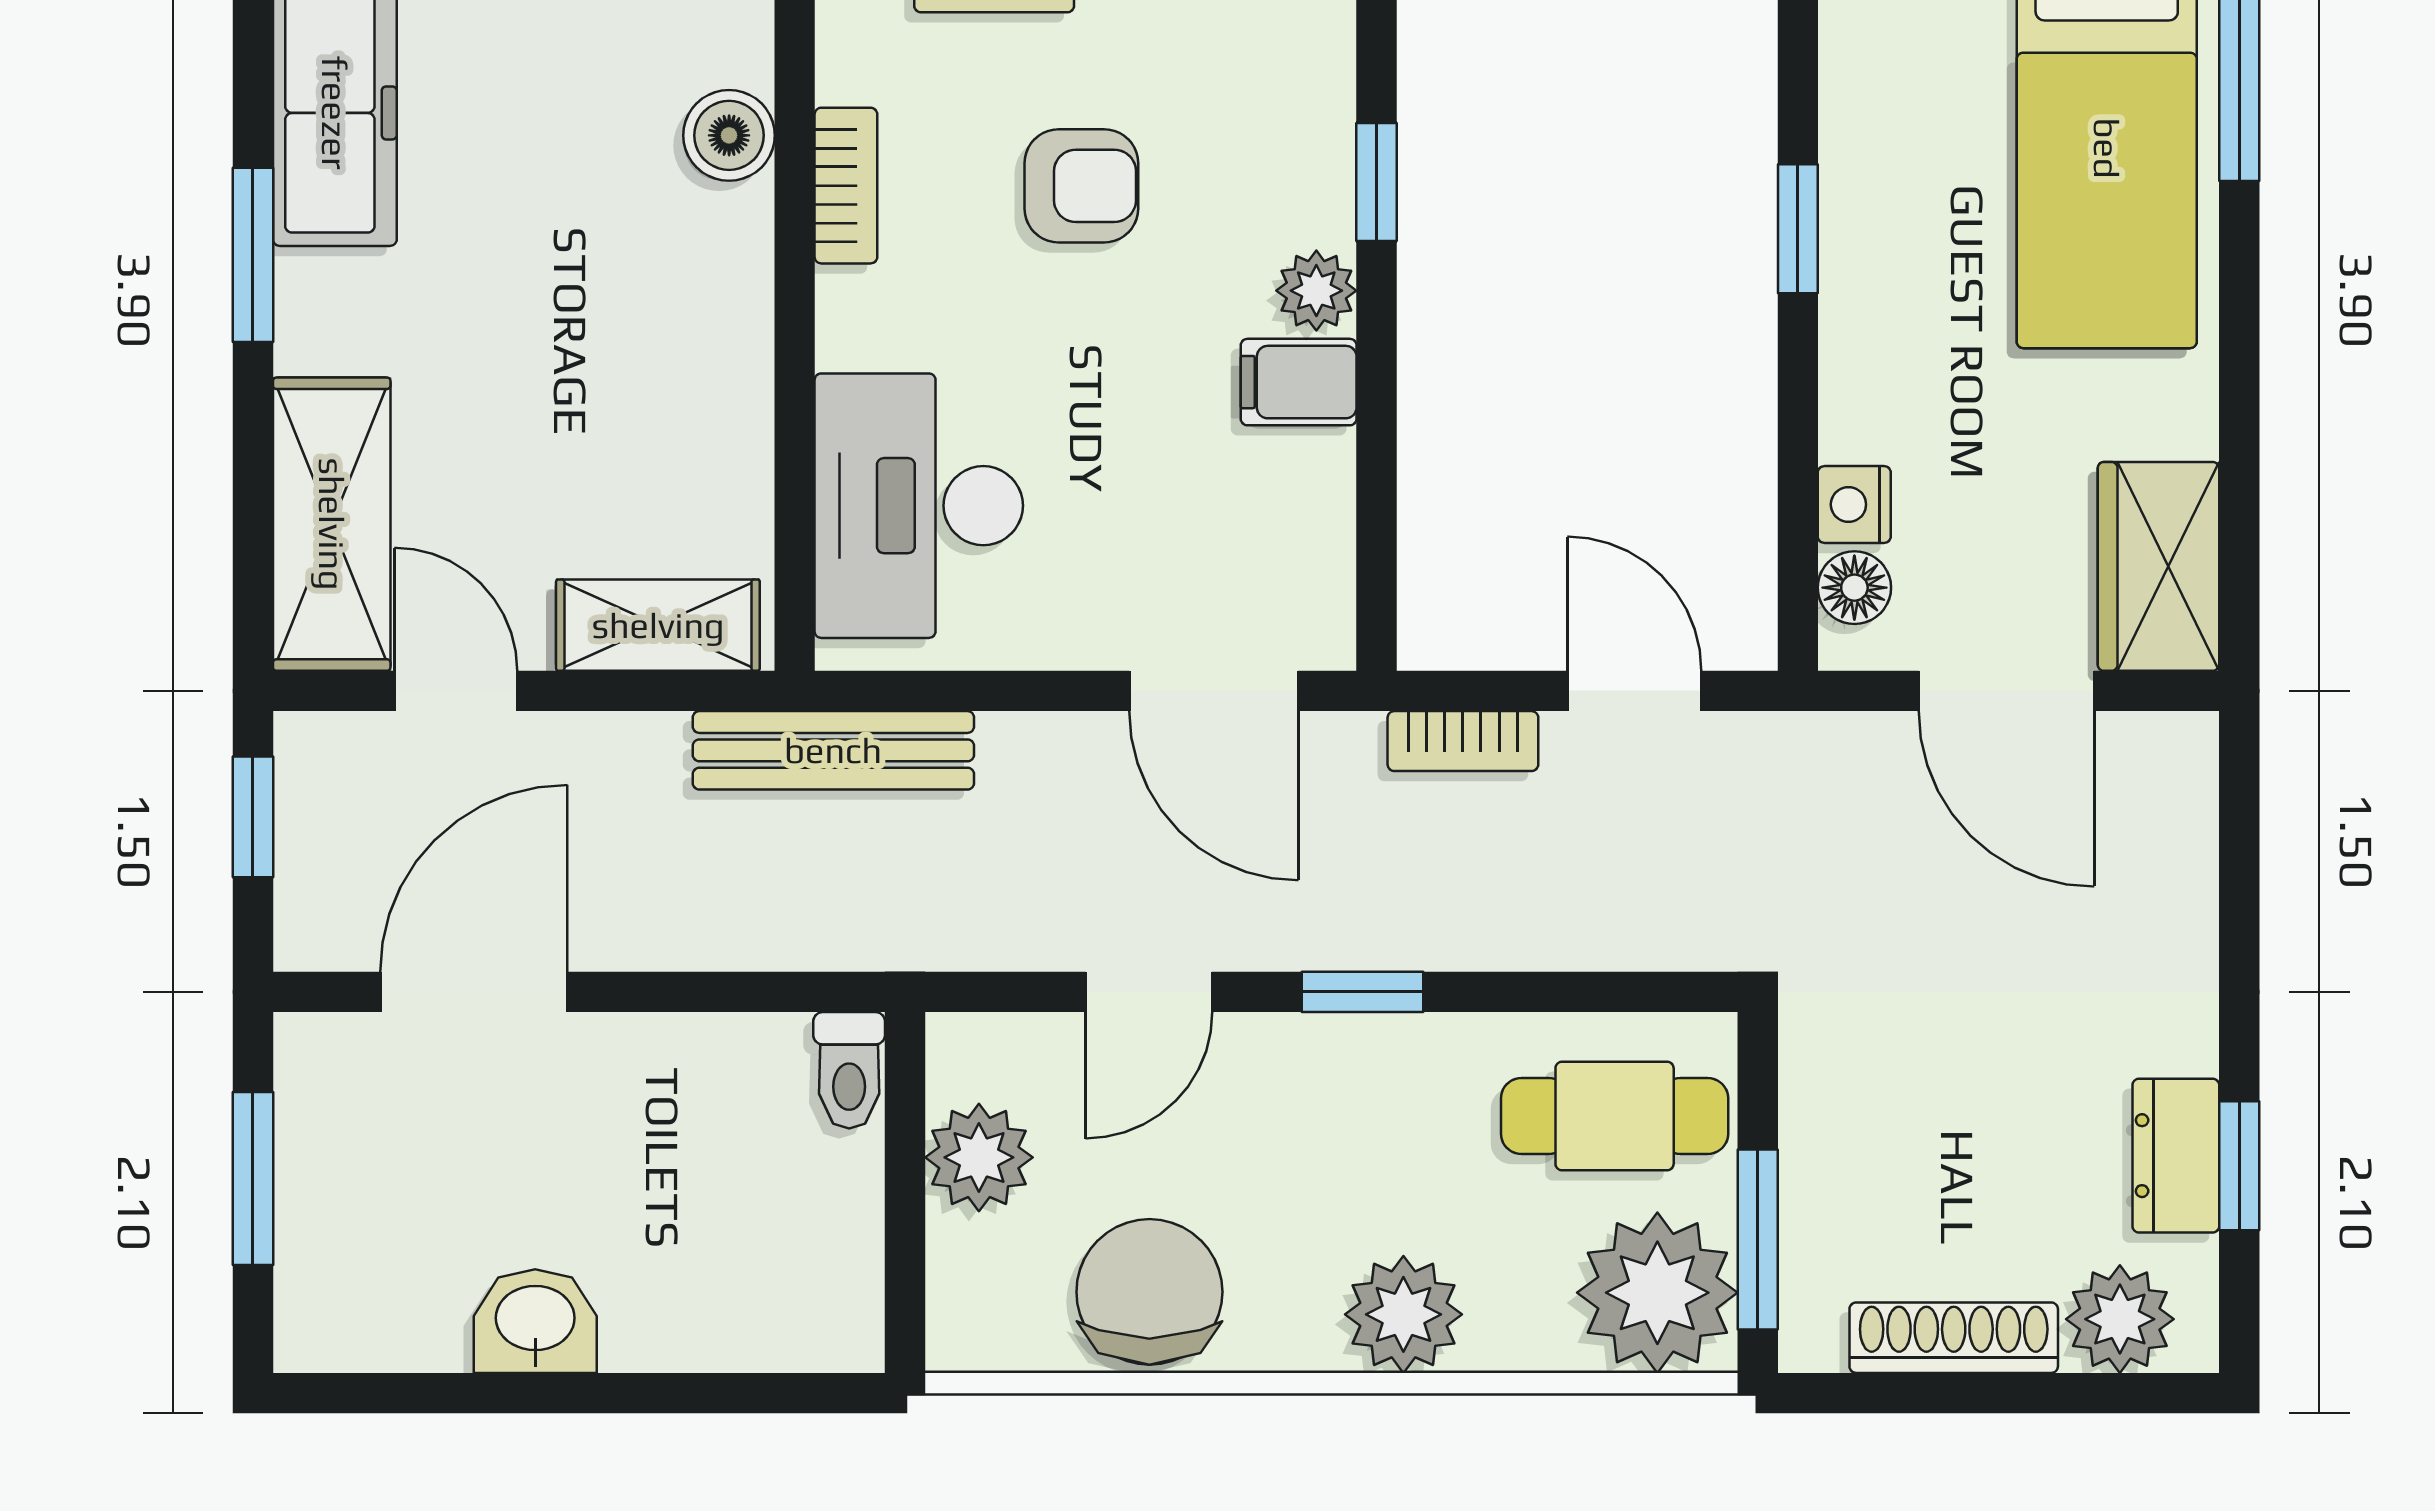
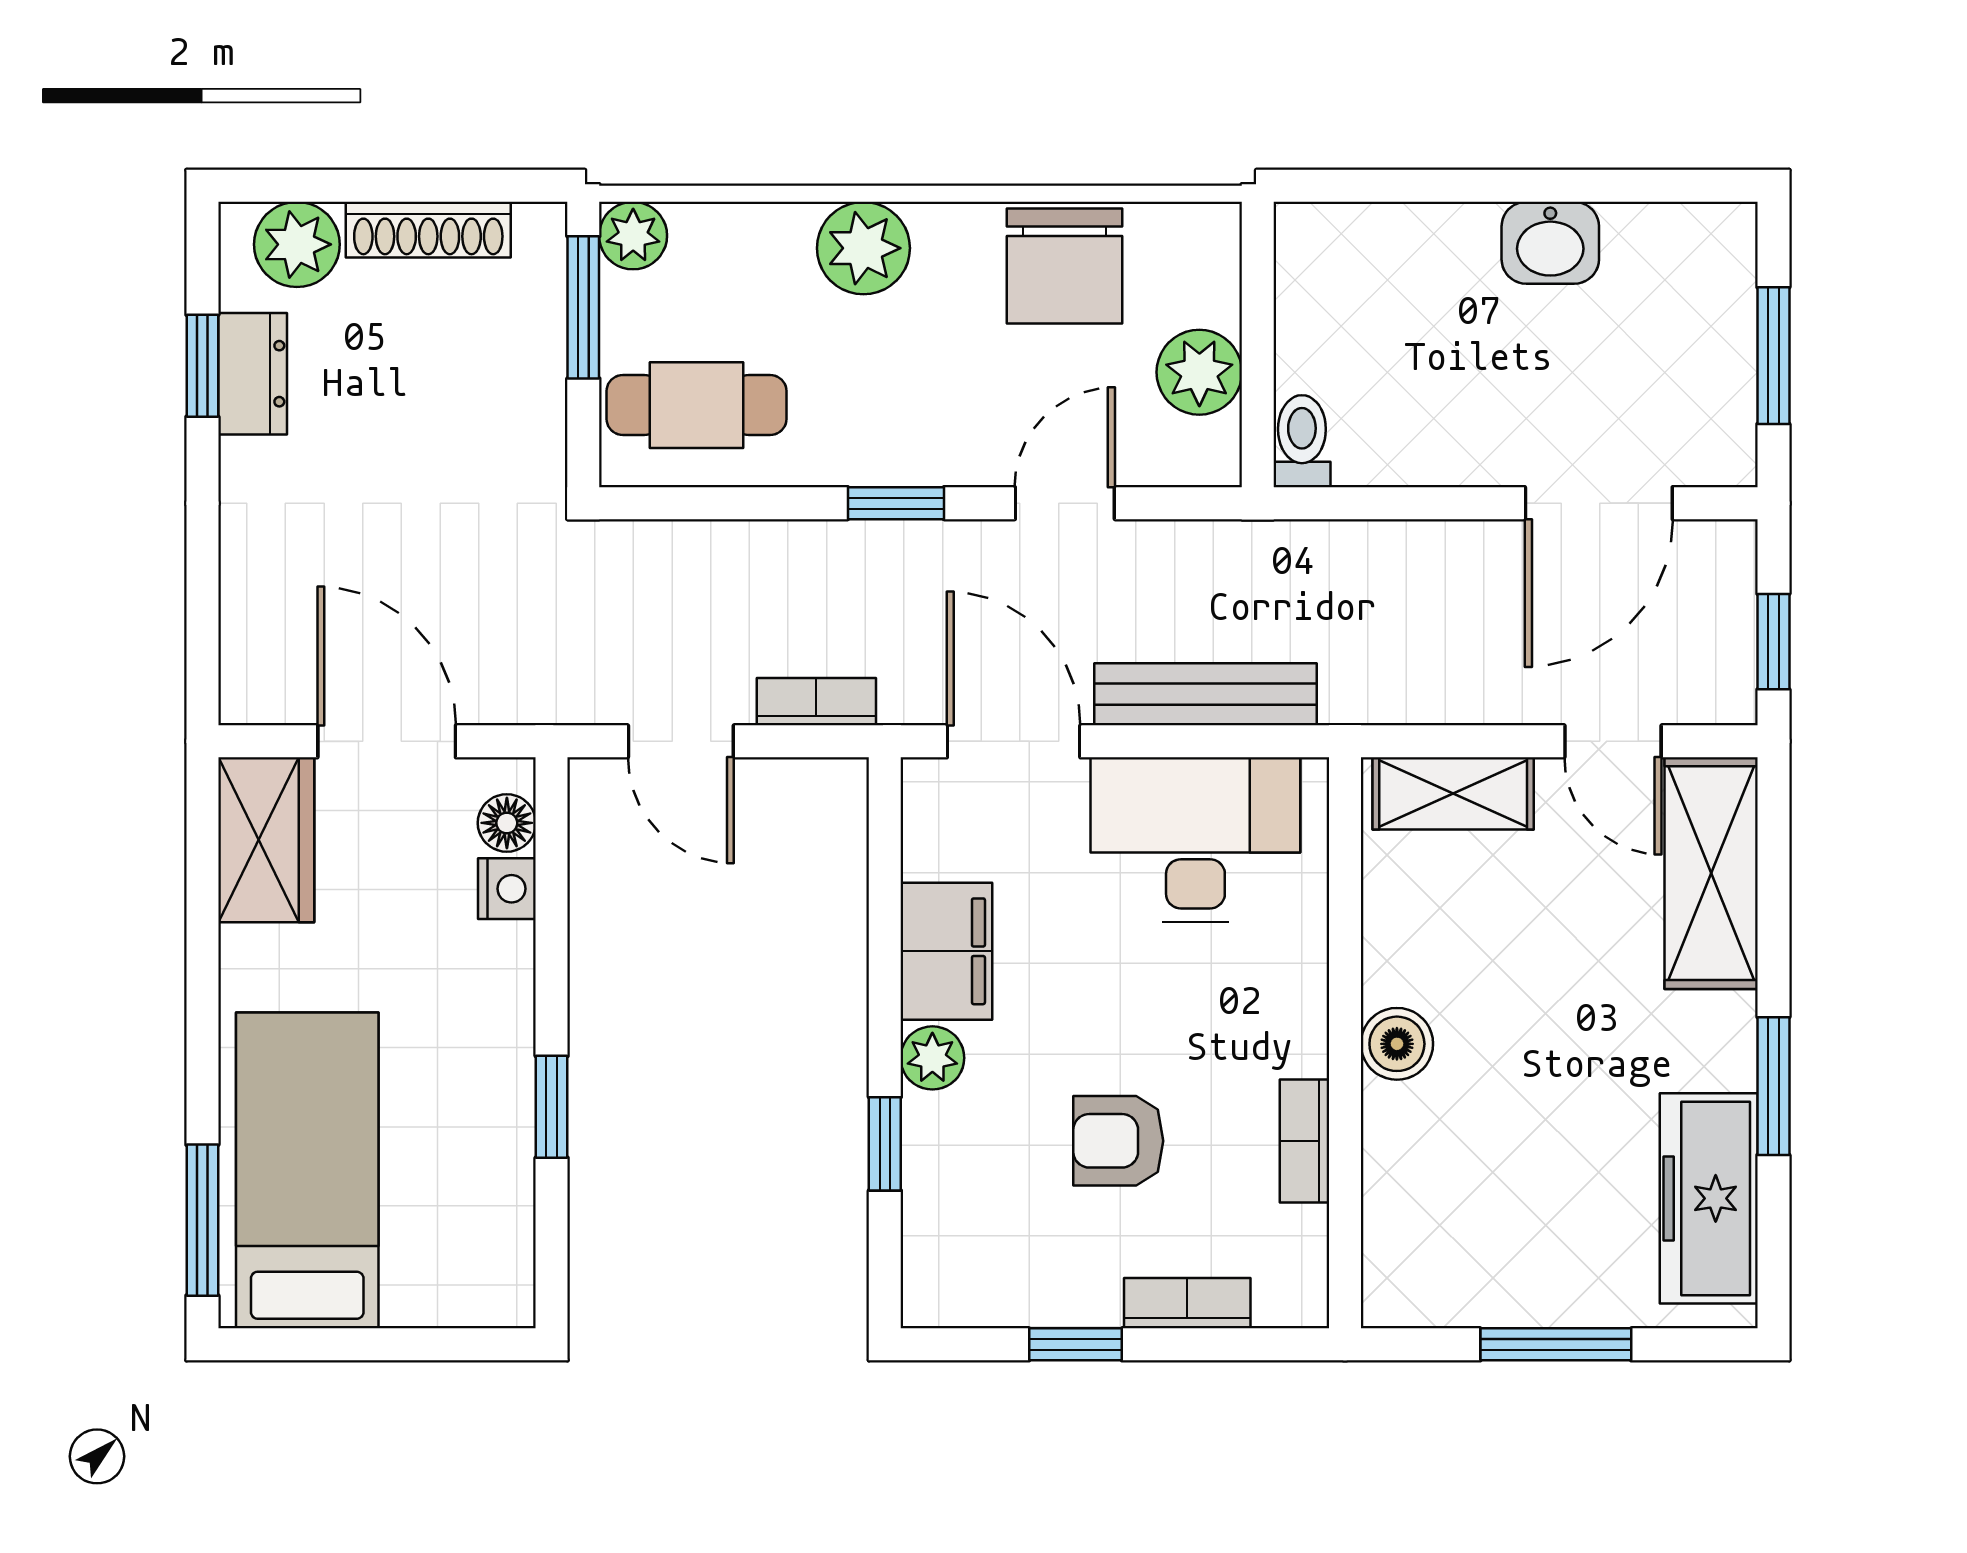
boiler: (729, 135) -> (1397, 1044), moved
filing cabinet: (1299, 382) -> (946, 951), width x2.00
desk: (919, 506) -> (1195, 839), moved, turned -90
bench: (833, 750) -> (1205, 694), moved
plant: (1657, 1293) -> (633, 236), width x0.53, depth x0.53

